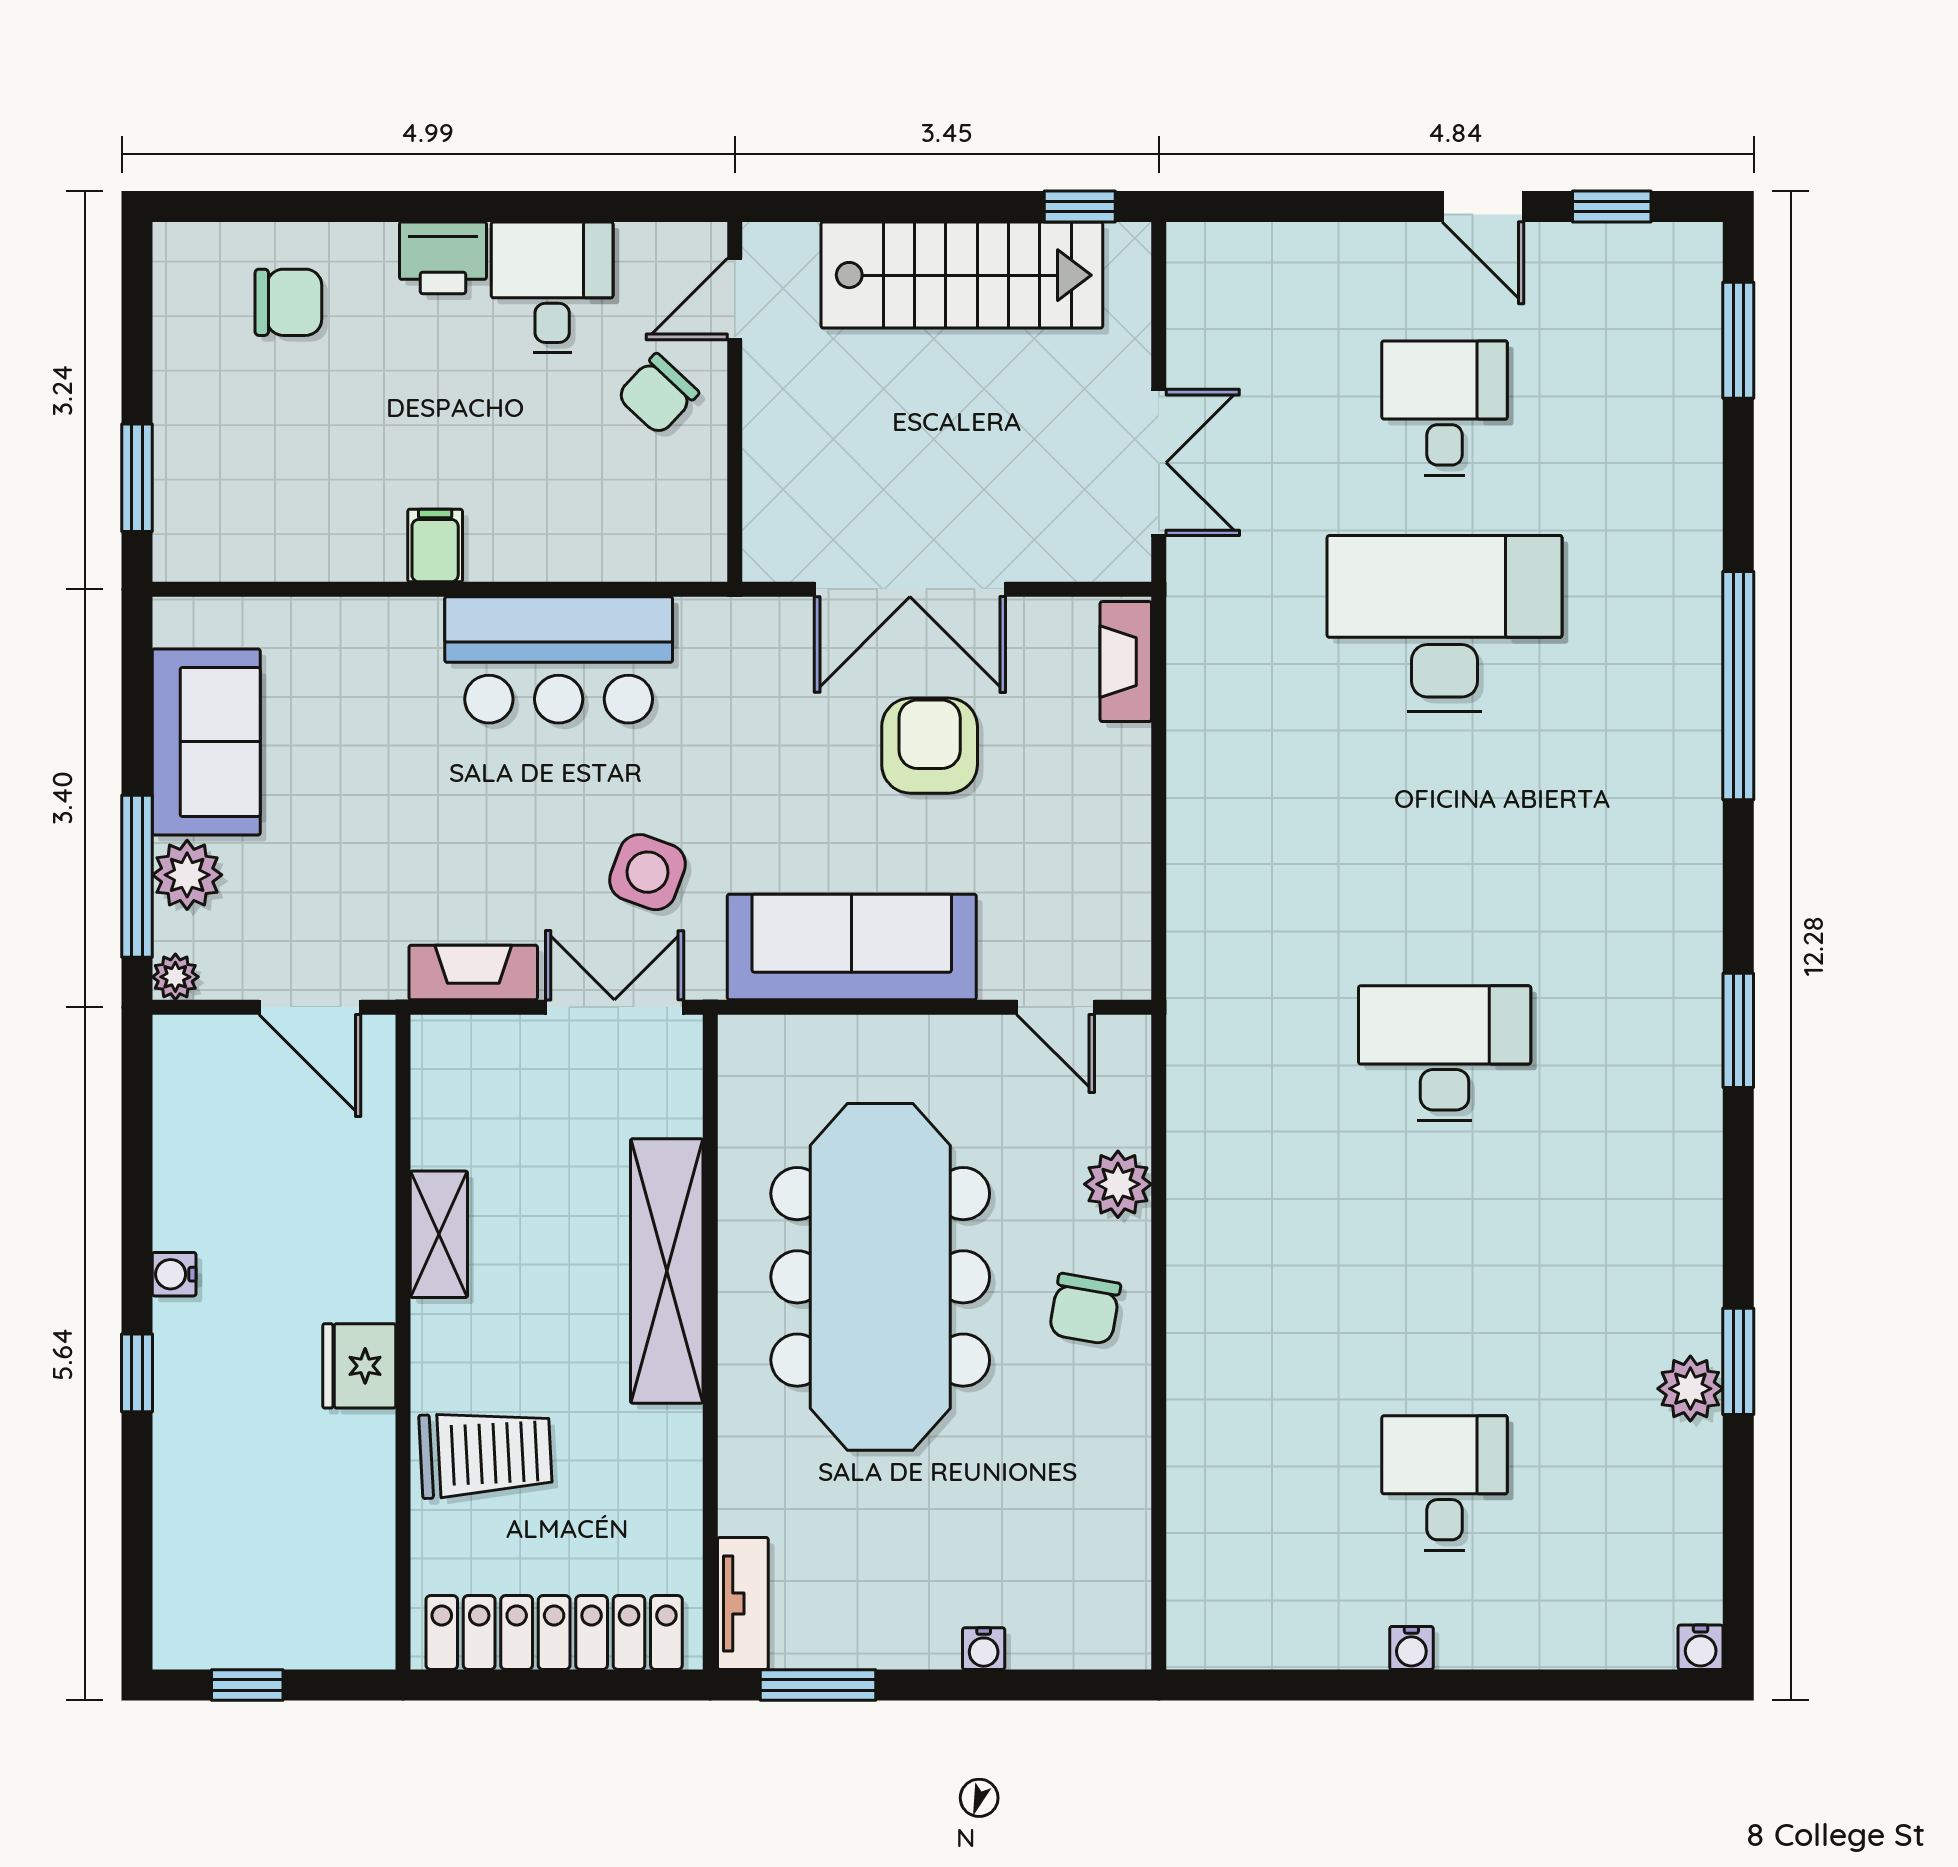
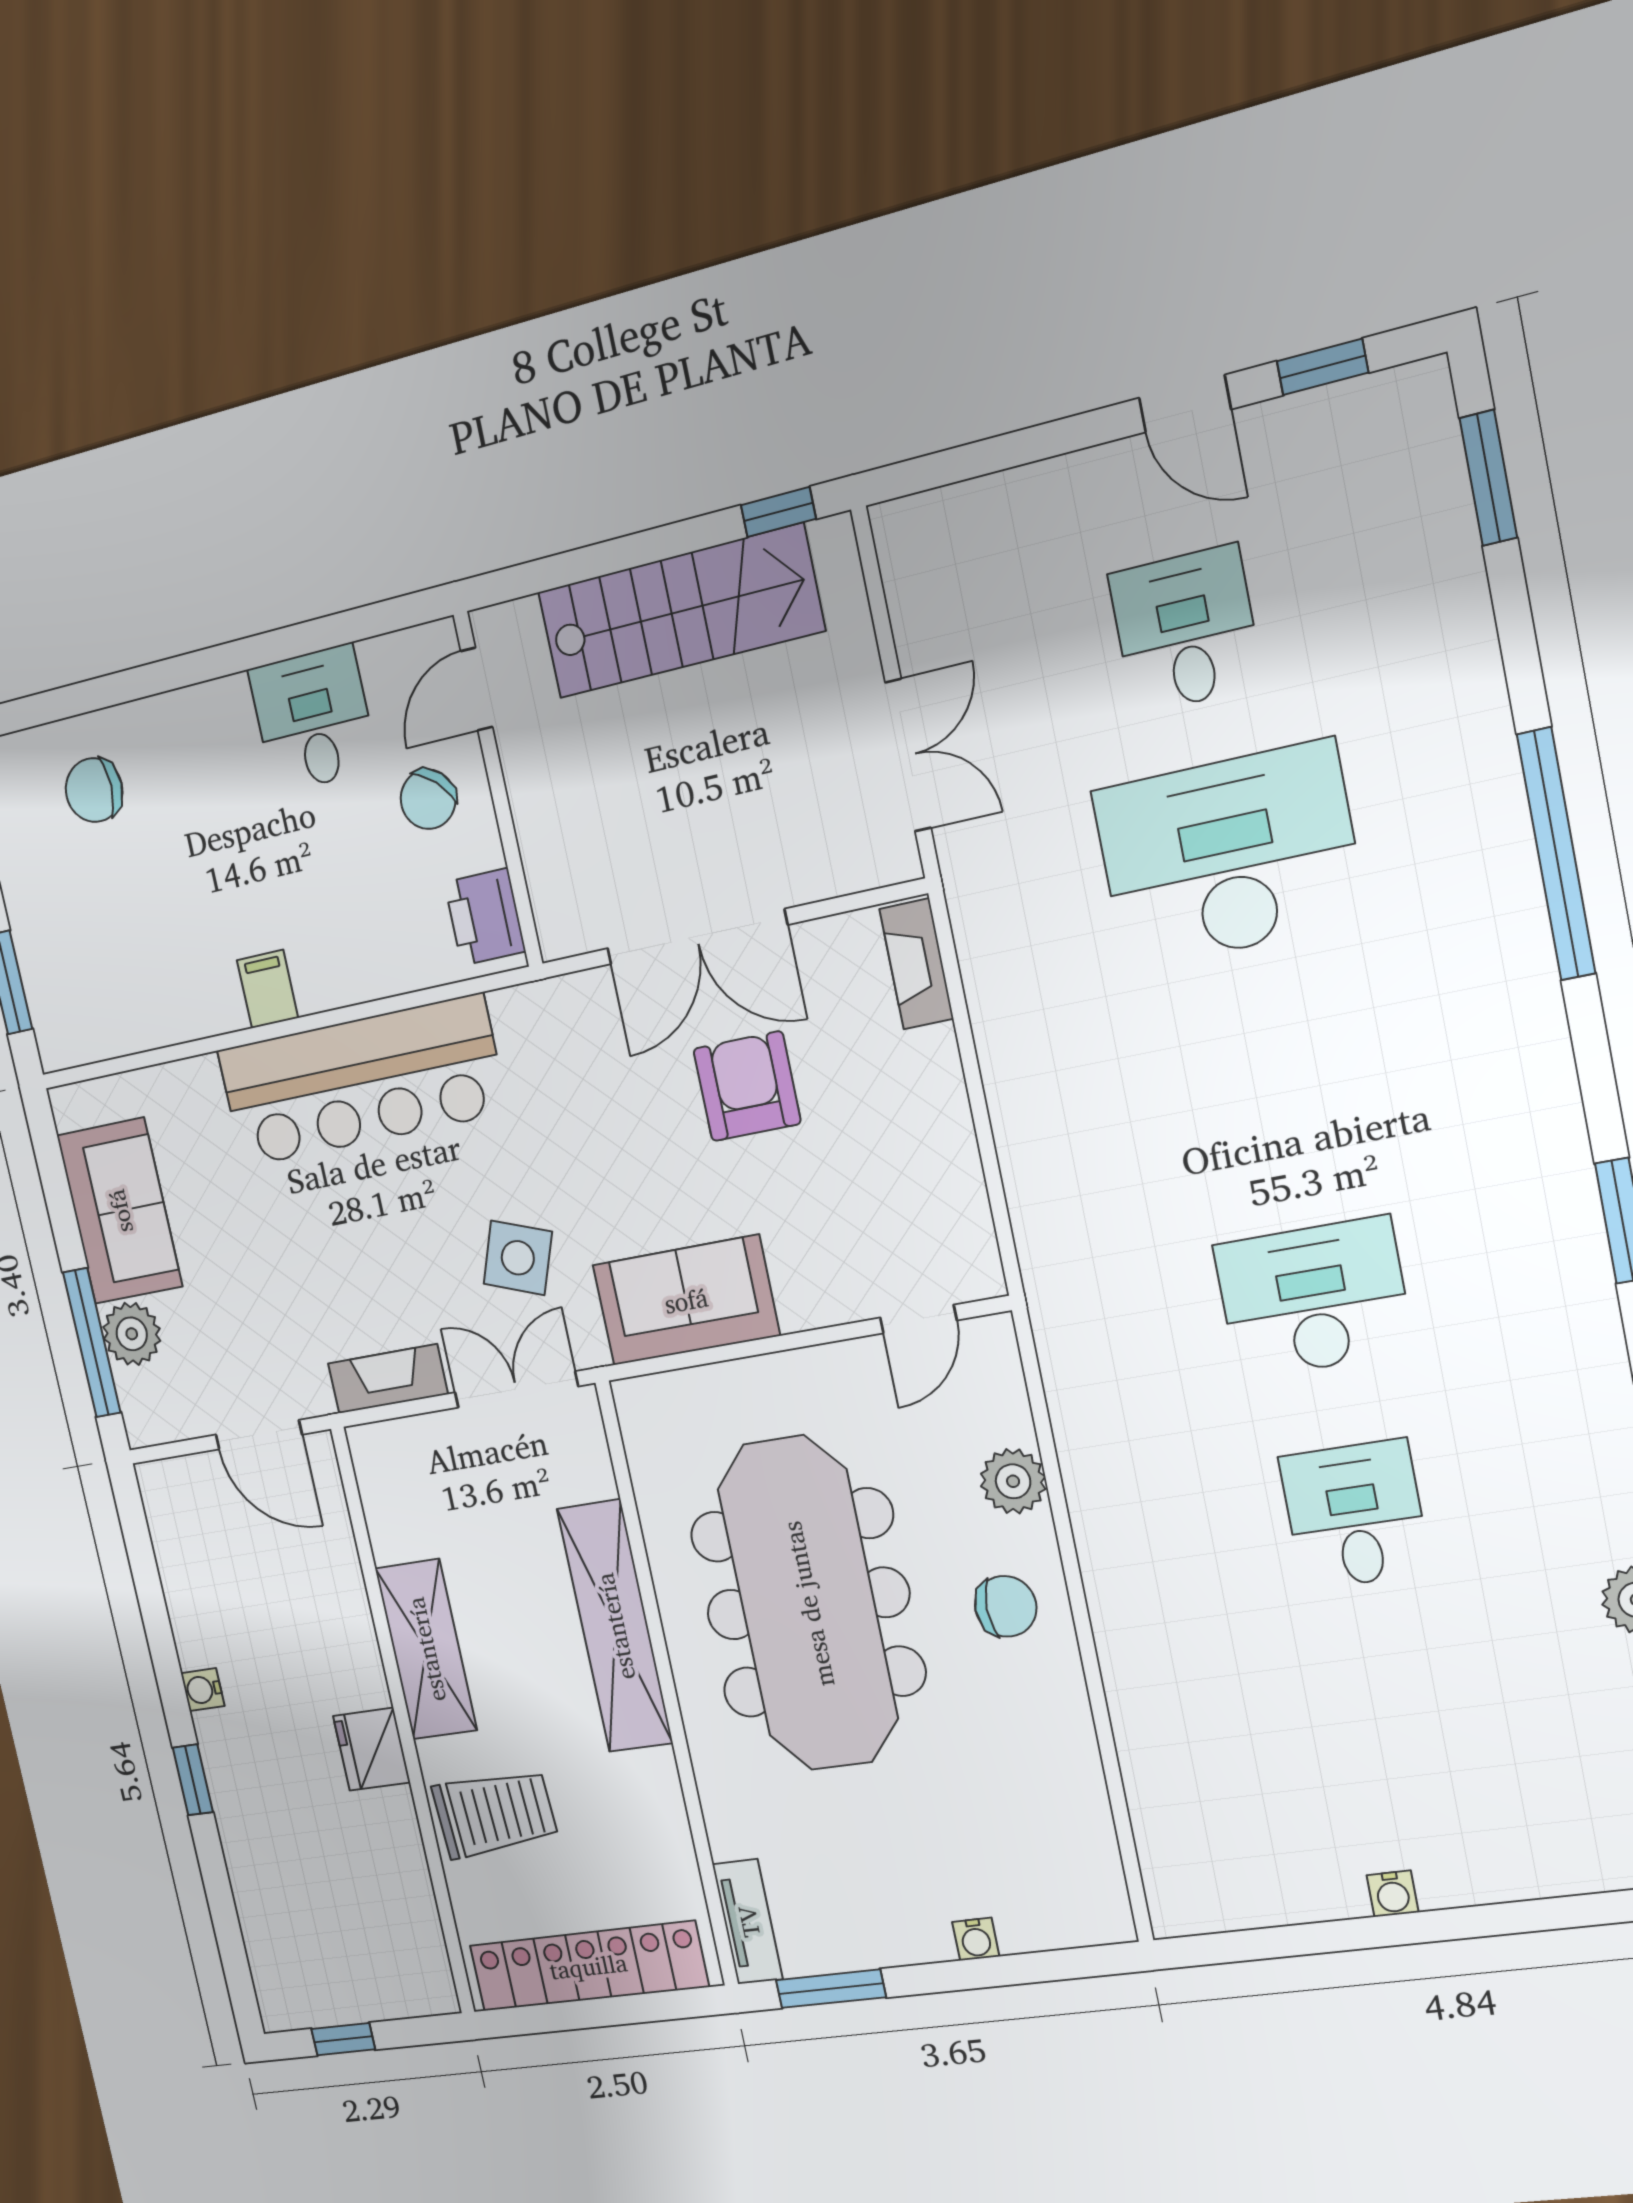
printer: (443, 258) -> (485, 917), moved, turned 90
chair: (288, 302) -> (94, 790), turned 180
bar counter: (559, 660) -> (361, 1081), width x1.36
sofa: (852, 947) -> (686, 1300), width x0.73
plant: (175, 977) -> (143, 1427), removed
door: (1056, 1007) -> (918, 1319), hinge flipped
shelving: (439, 1234) -> (426, 1649), width x1.50, depth x1.33
chair: (1085, 1309) -> (1006, 1606), turned -100
desk: (1445, 1483) -> (1355, 1515), moved

